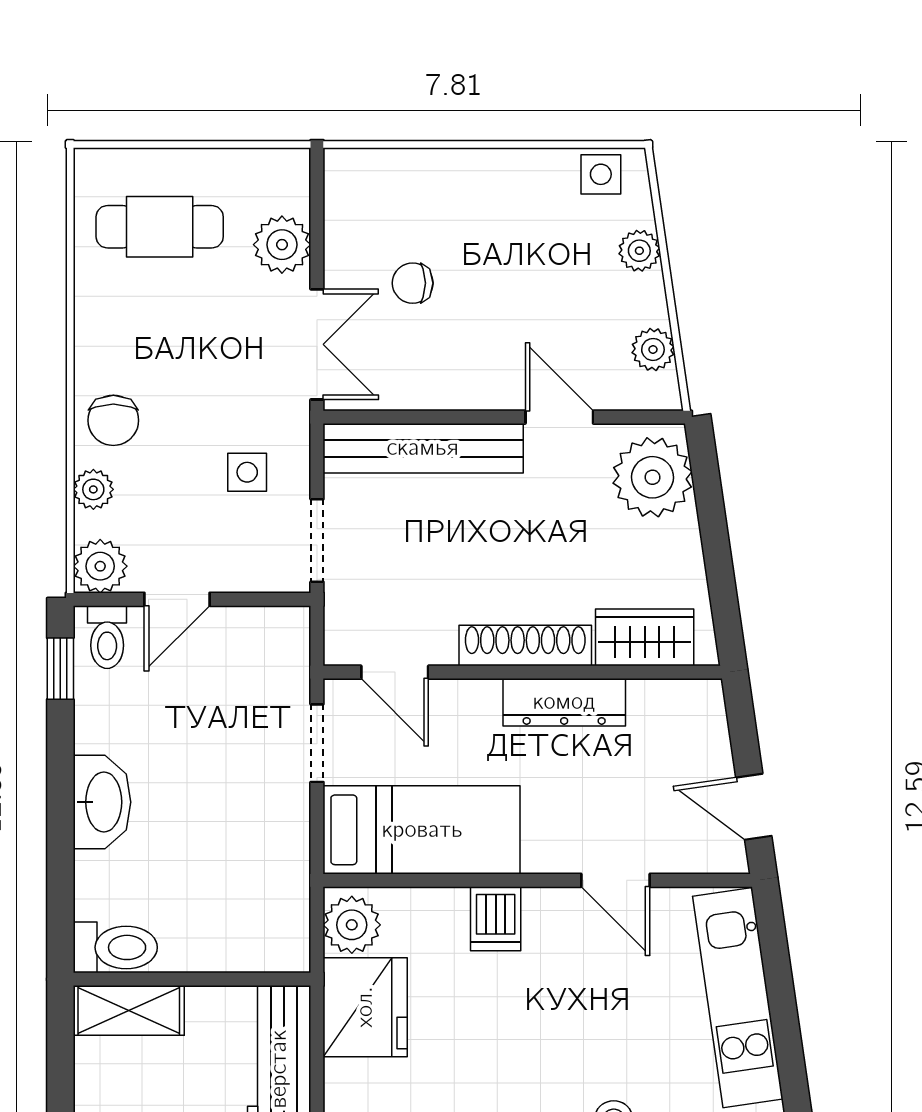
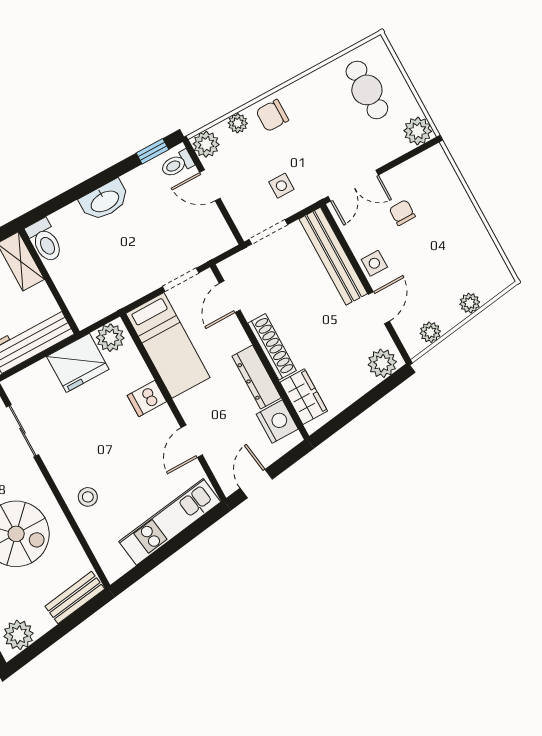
side table: (601, 174) -> (374, 263), moved
plant: (282, 245) -> (418, 131), moved
plant: (653, 477) -> (382, 363), width x0.73, depth x0.73
nightstand: (663, 709) -> (277, 422), added

